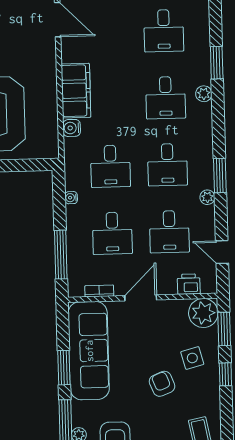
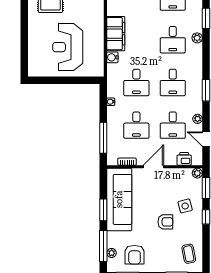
plant: (207, 197) -> (198, 119), moved
plant: (203, 313) -> (197, 173), width x0.53, depth x0.53
armchair: (162, 384) -> (165, 222), turned 112

